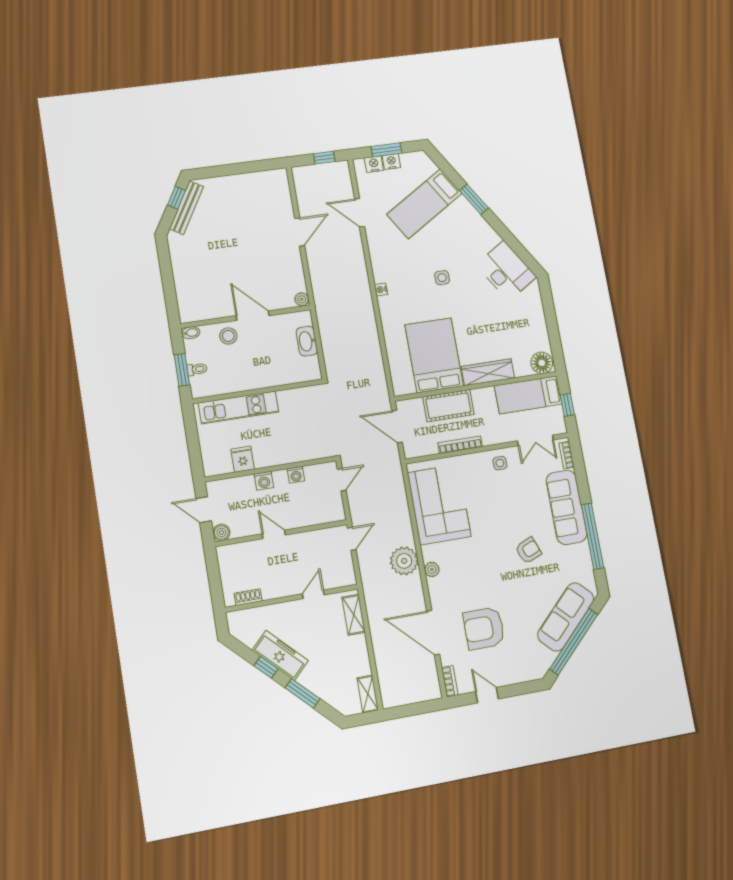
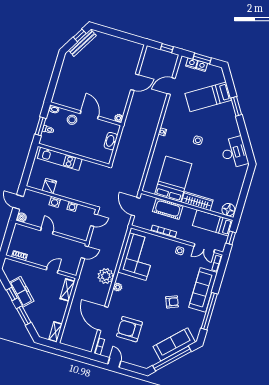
door: (360, 213) -> (171, 86), hinge flipped

